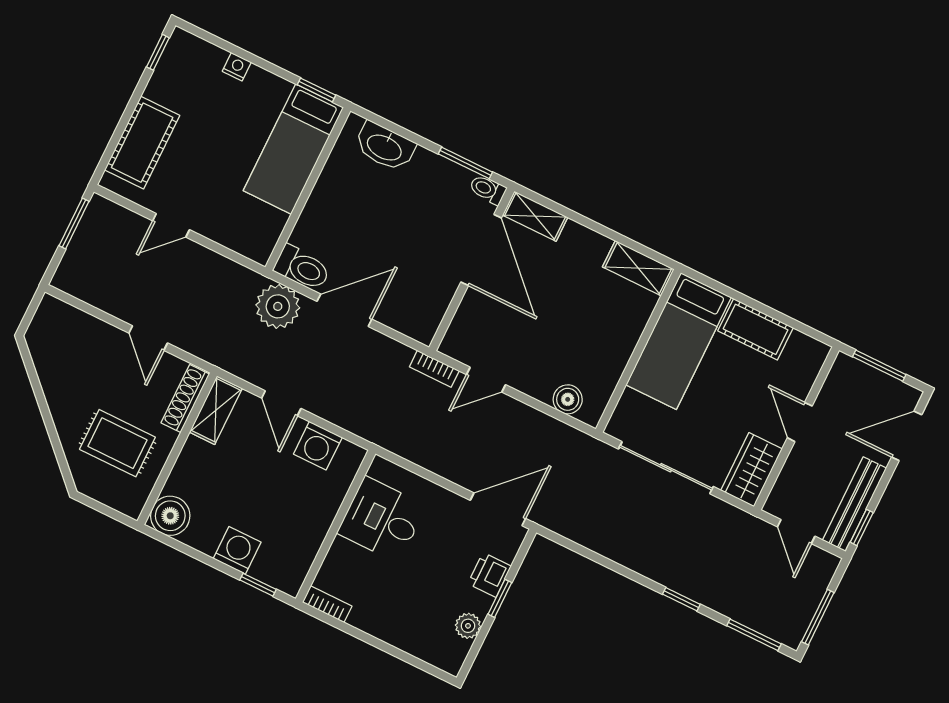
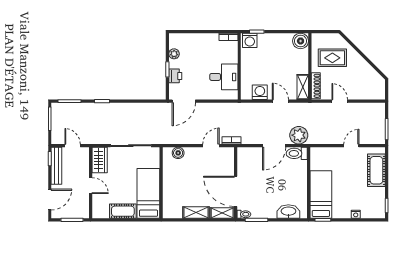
shelving: (638, 268) -> (196, 213), moved
washing machine: (237, 550) -> (250, 40), moved

